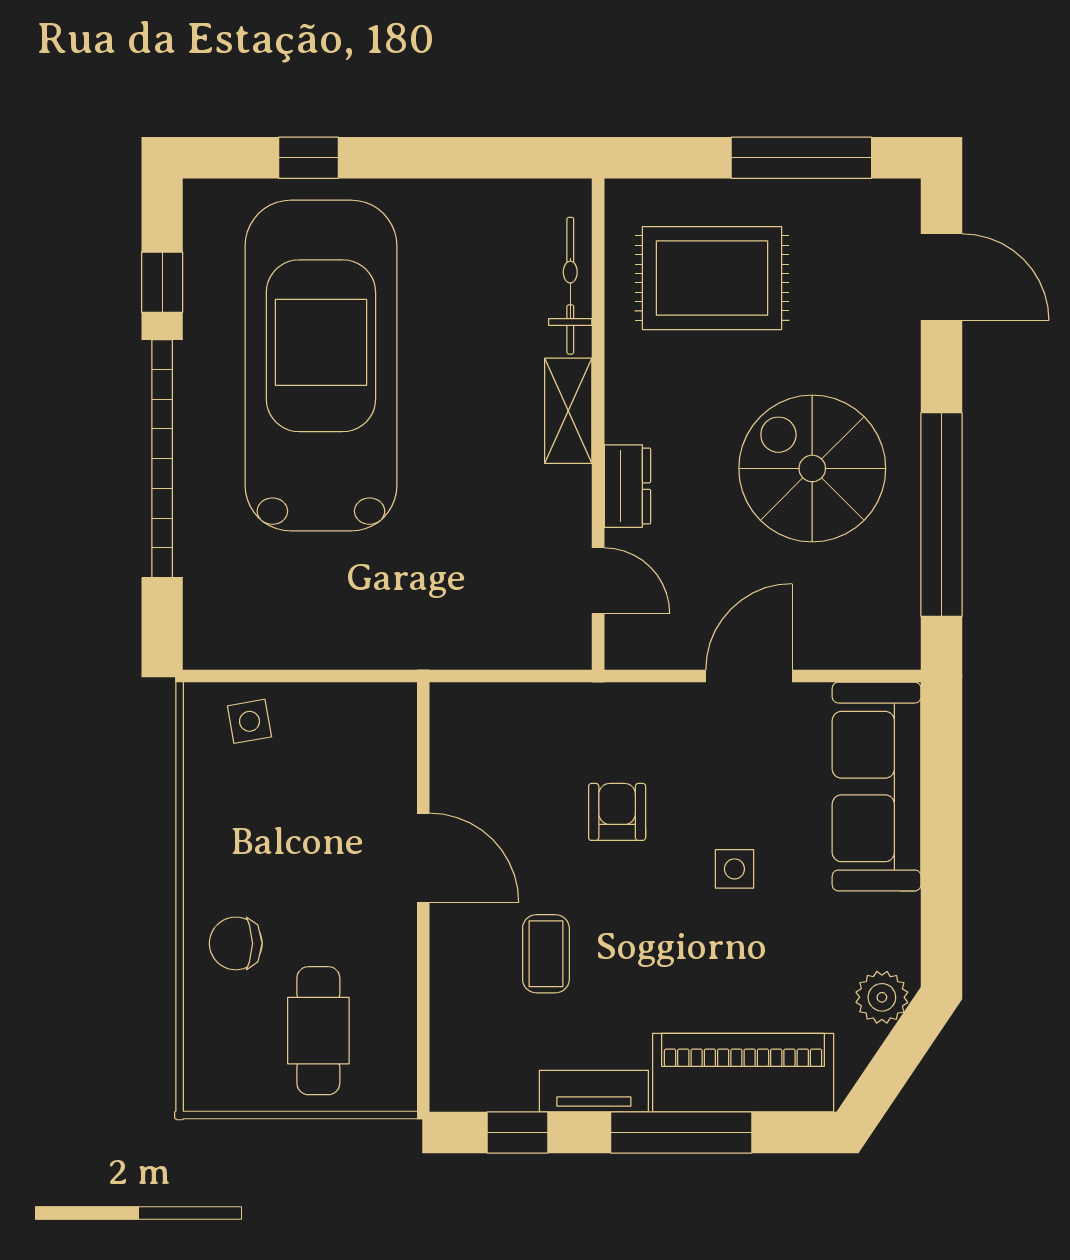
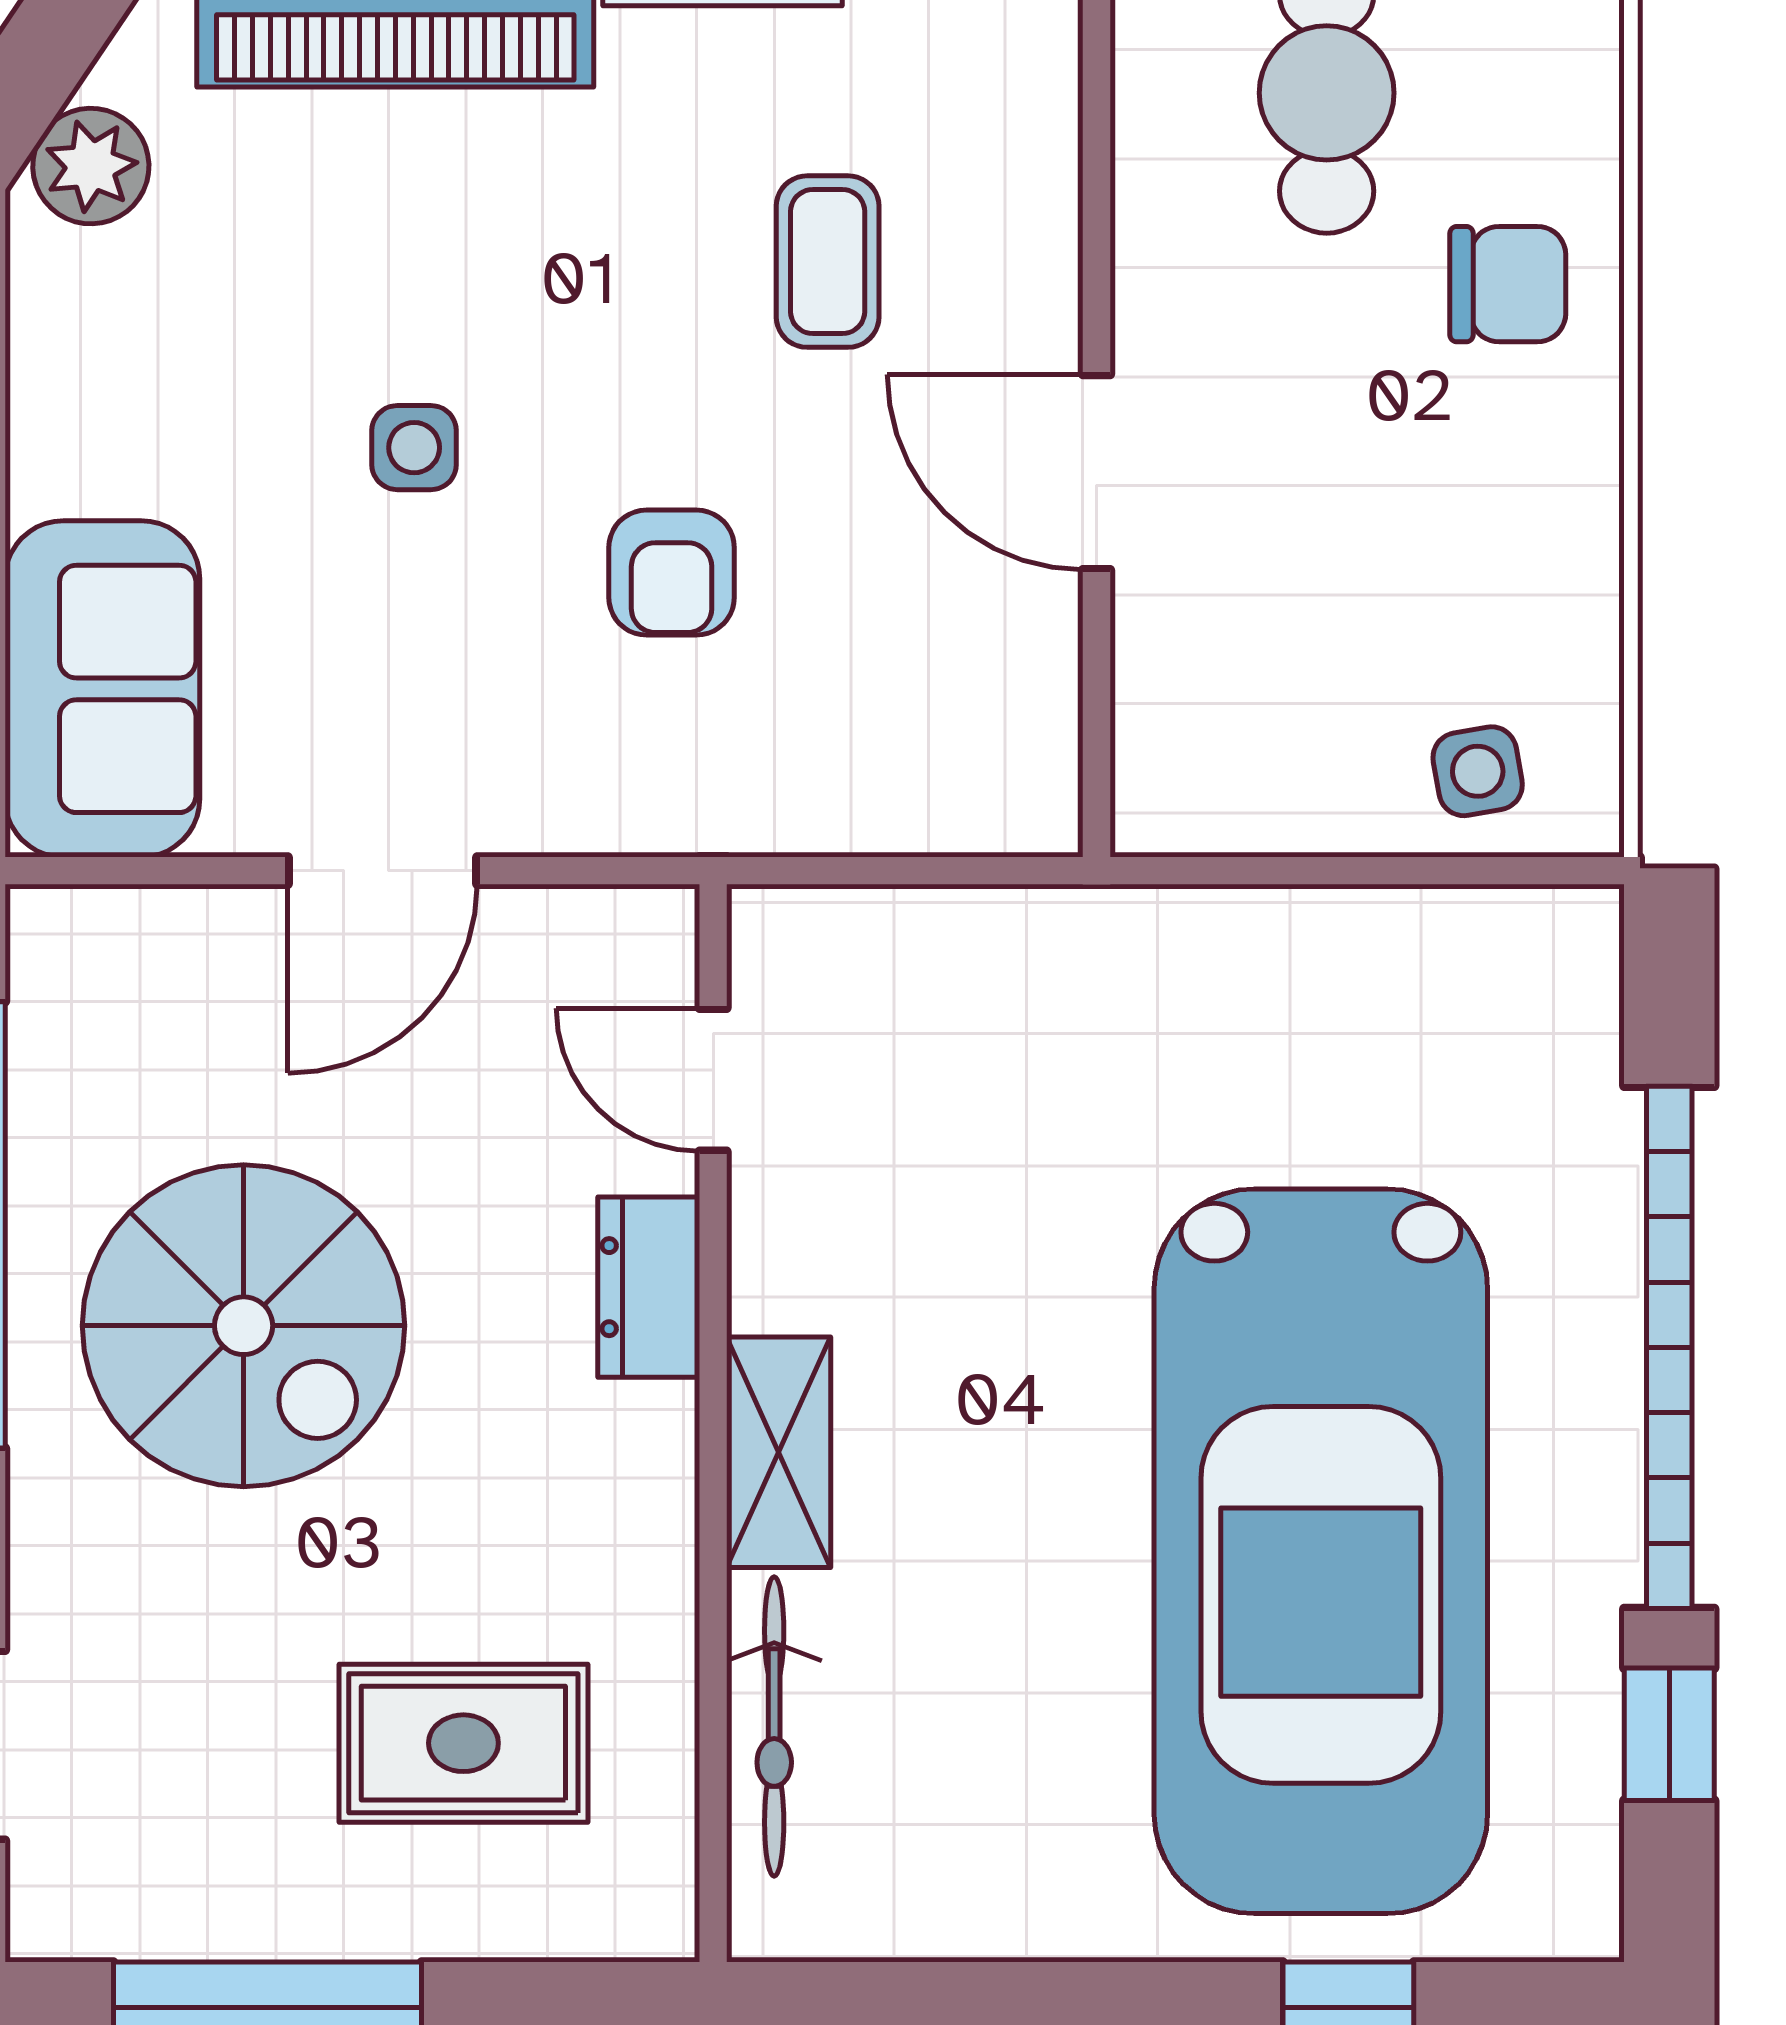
rug: (712, 278) -> (463, 1743), width x0.73, depth x0.70
sofa: (877, 787) -> (102, 689), width x0.73

